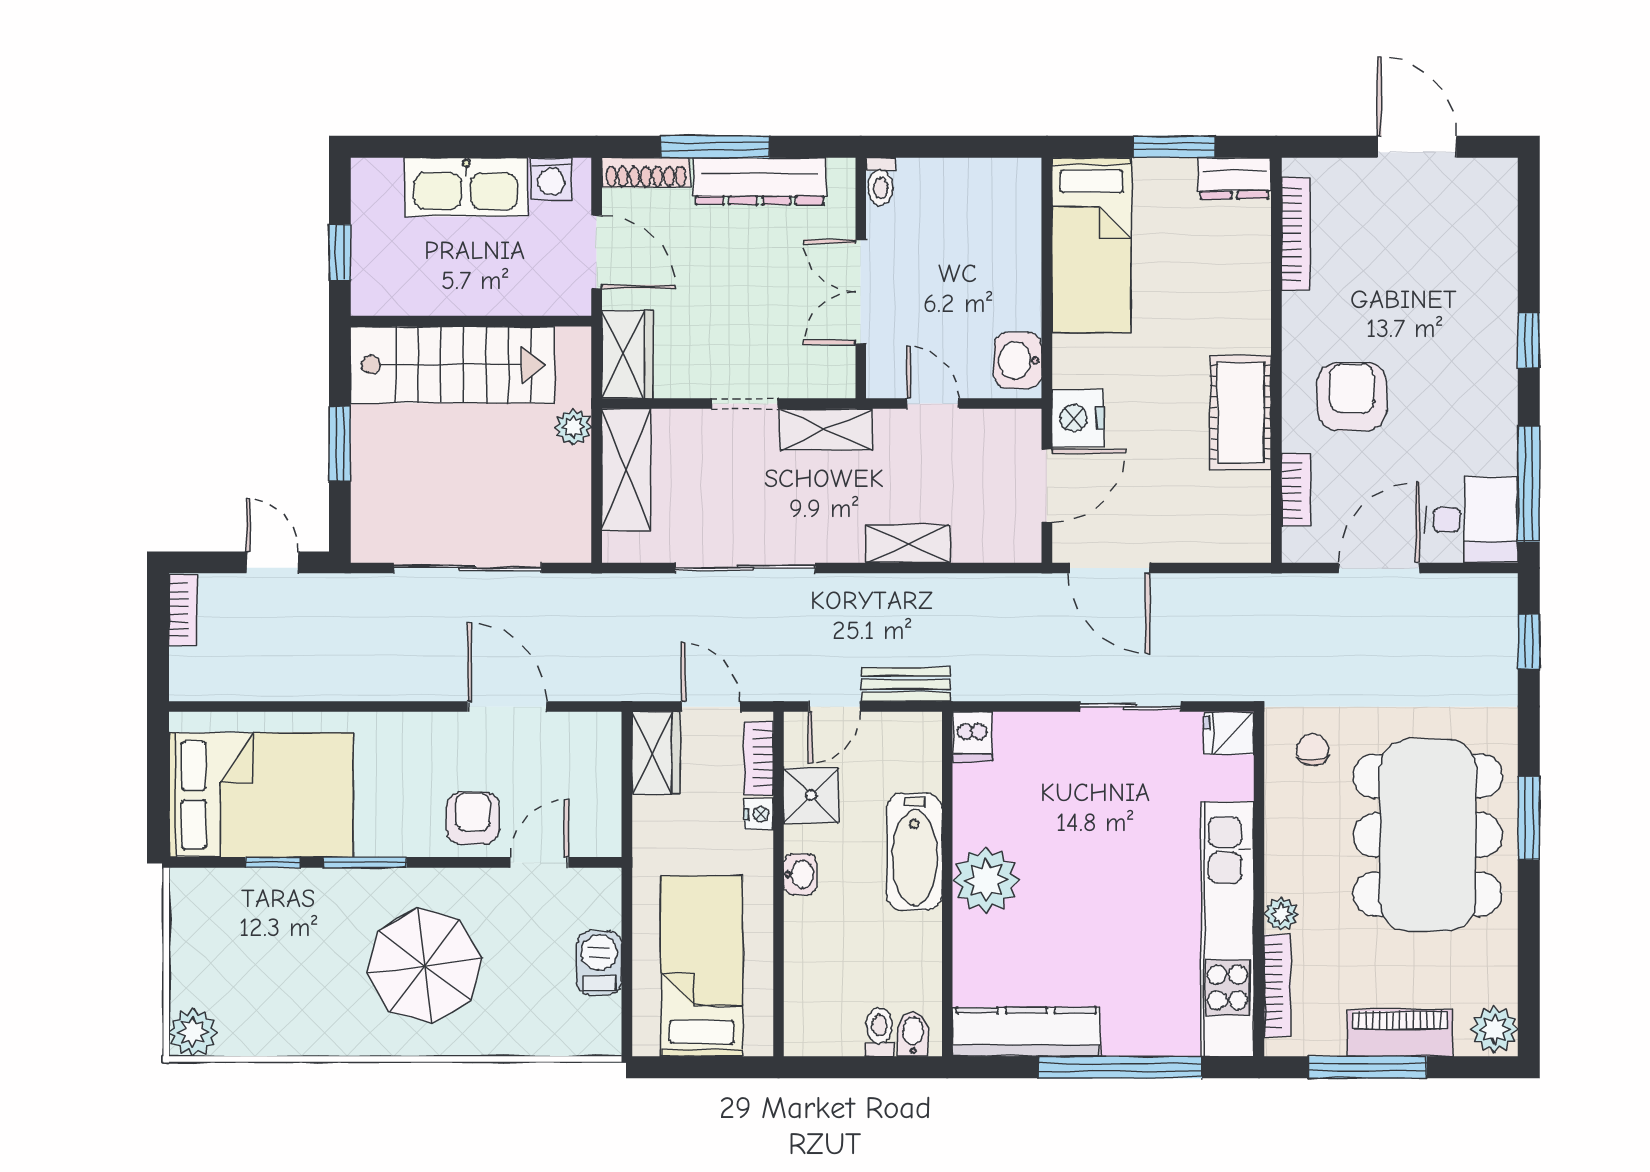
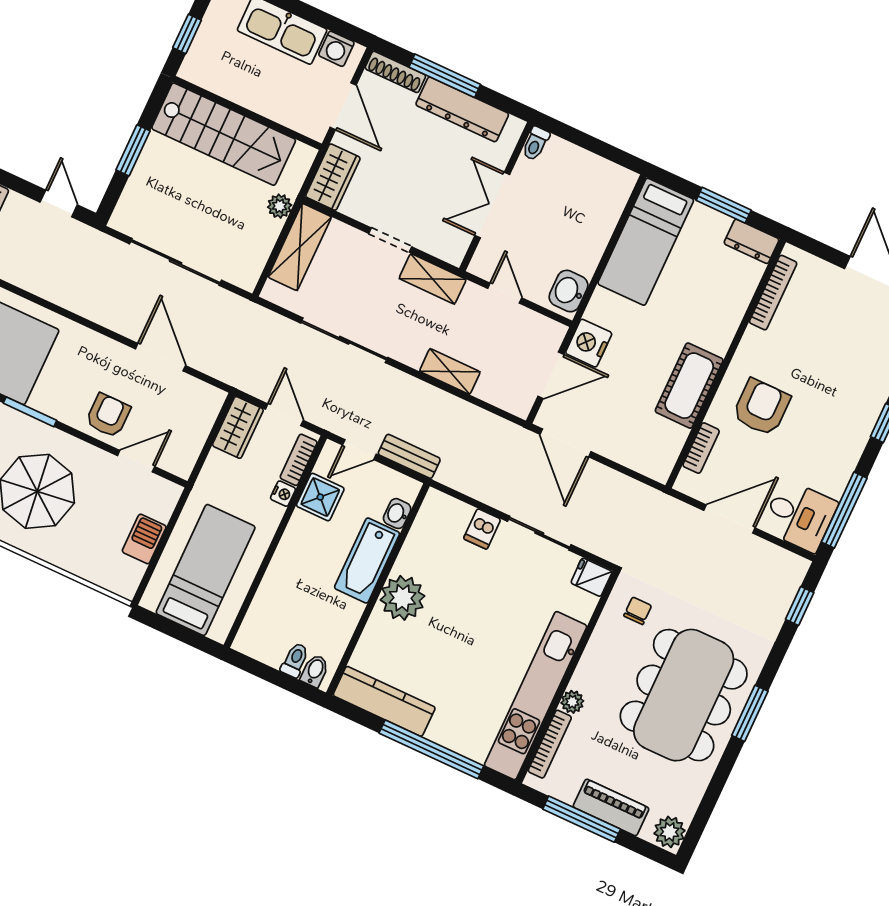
dishwasher: (972, 737) -> (482, 529), moved
washbasin: (800, 874) -> (397, 514), moved, turned 180

